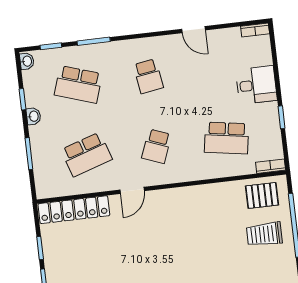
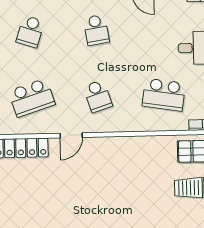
school desk: (78, 84) -> (30, 32), width x0.54
school desk: (157, 146) -> (98, 96), turned -39

